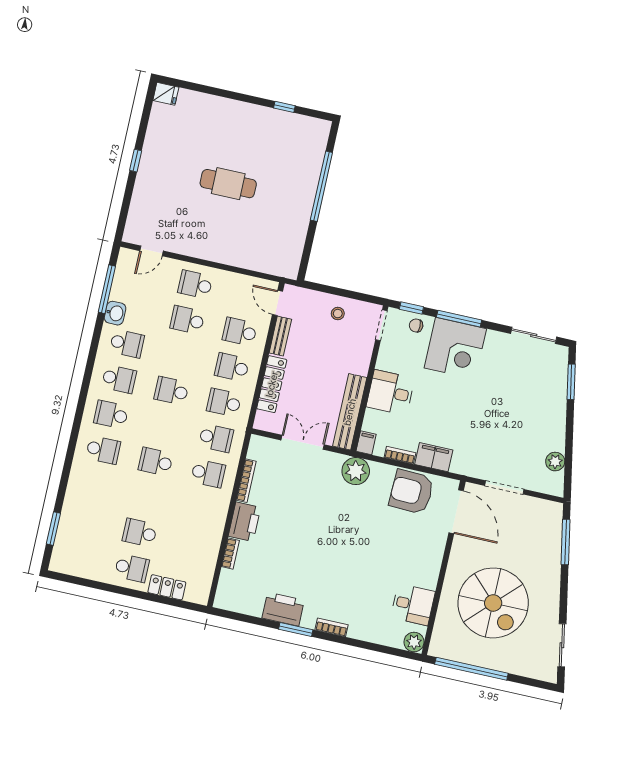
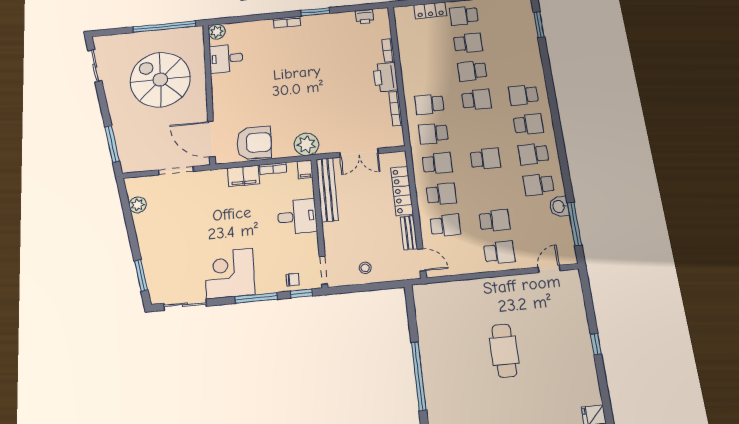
cafe table: (228, 184) -> (504, 351), turned 90
corner desk: (455, 348) -> (230, 273), moved
school desk: (148, 497) -> (472, 71), added
printer: (283, 609) -> (365, 17), moved, width x0.53, depth x0.68

